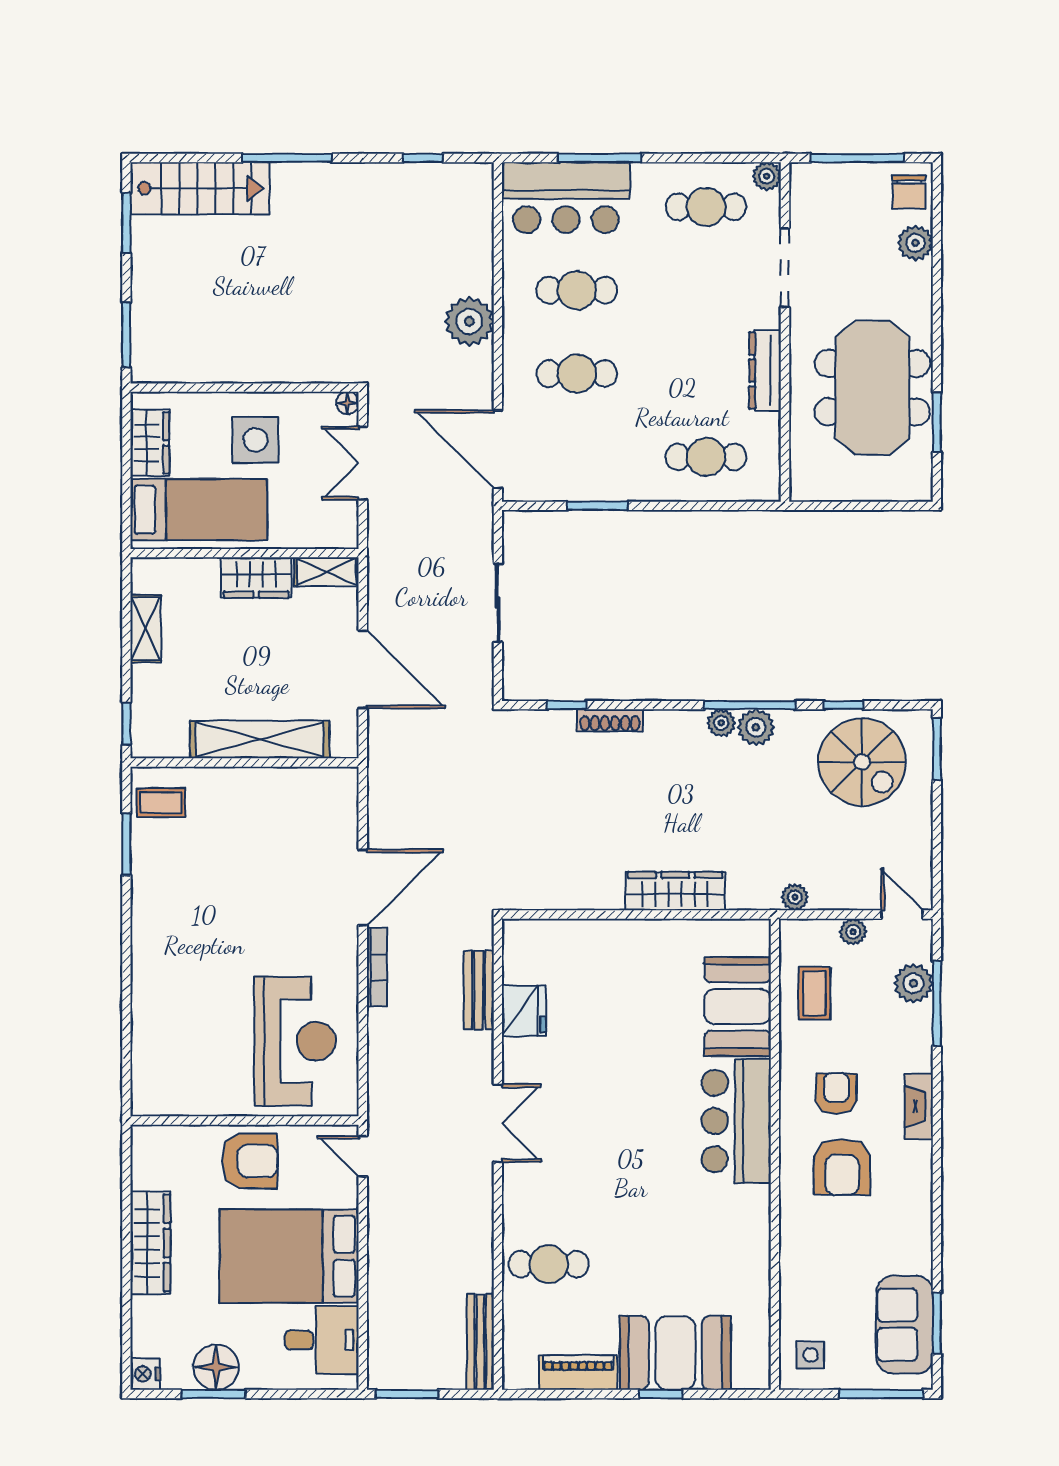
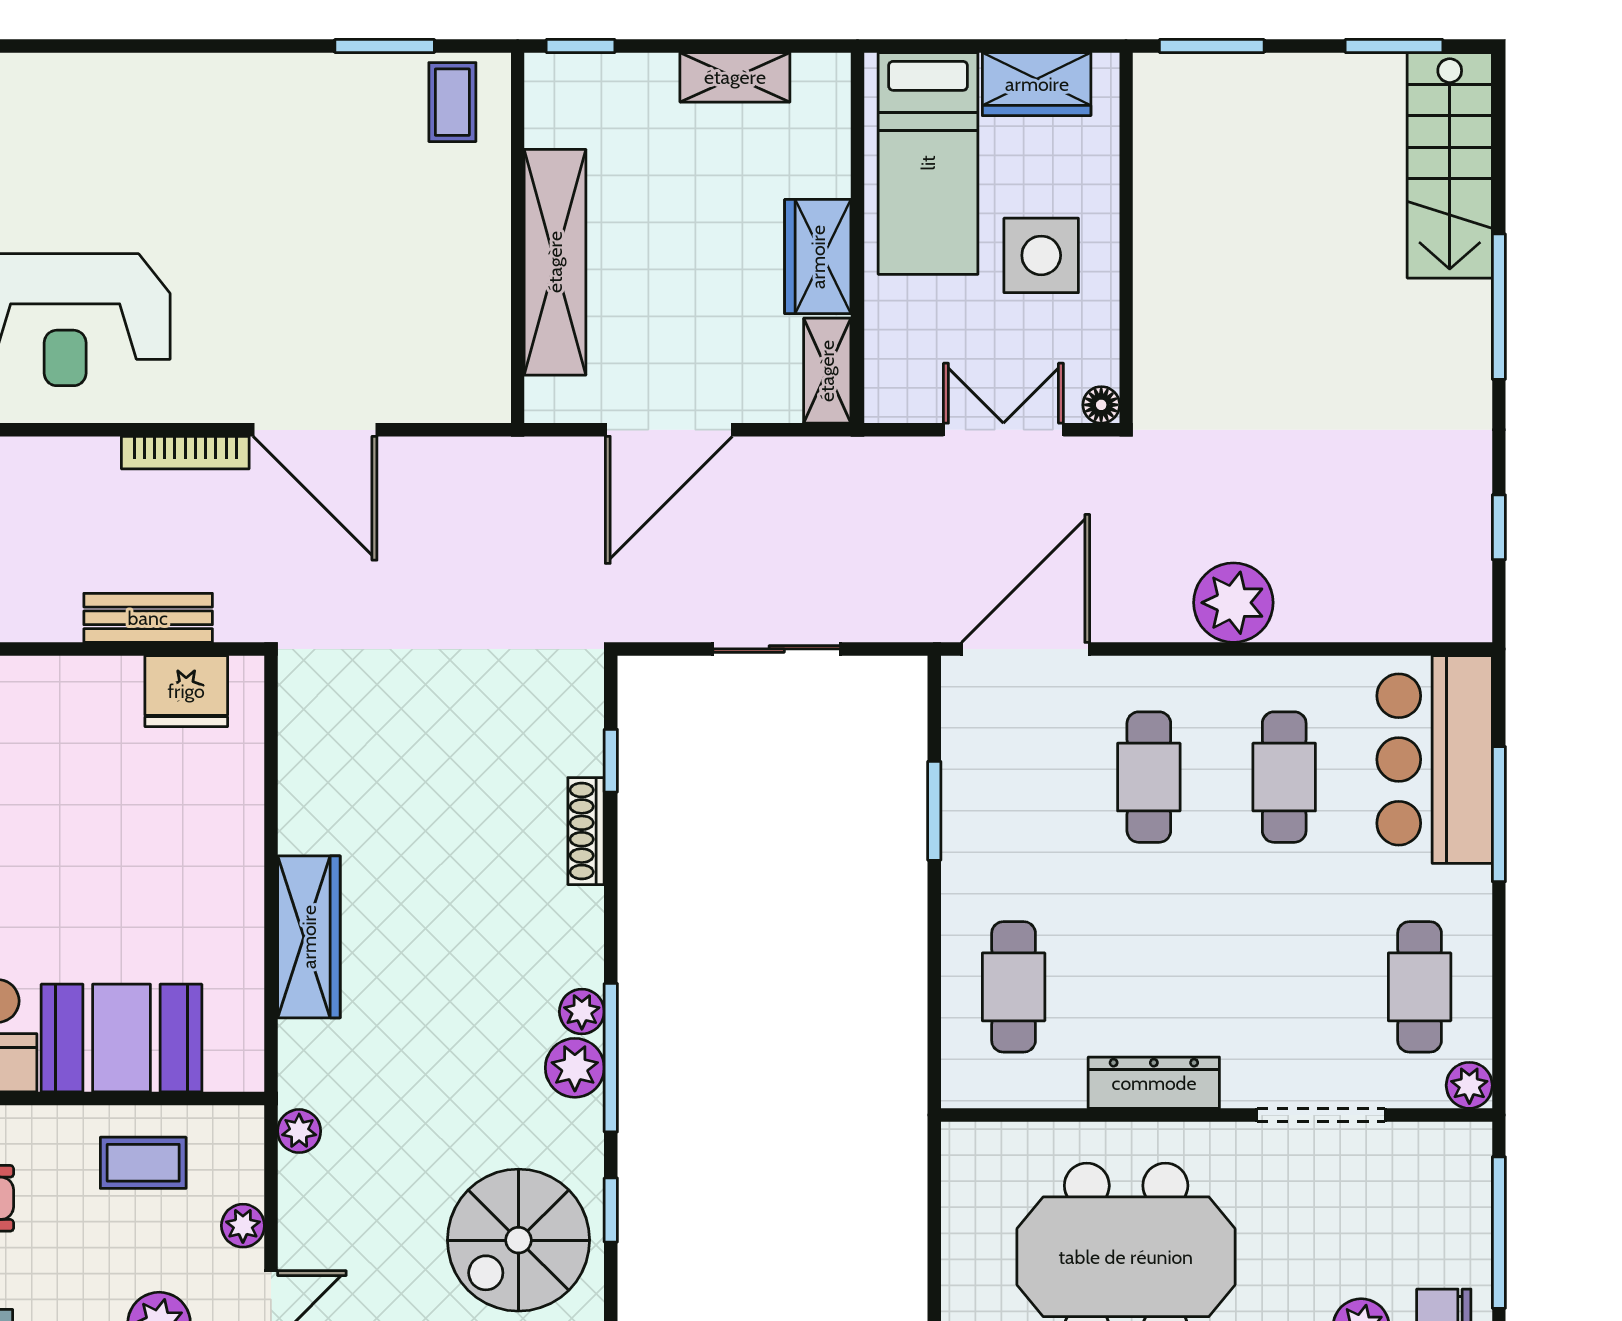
fridge: (524, 1011) -> (186, 691), moved

